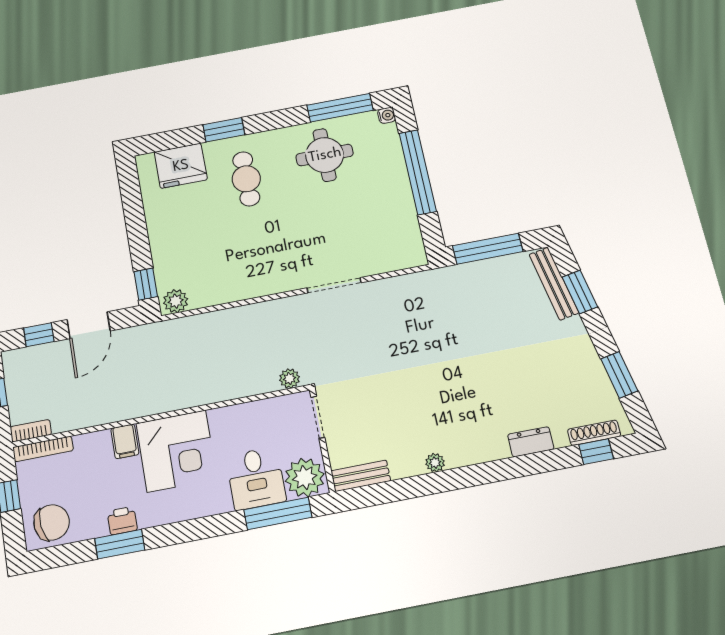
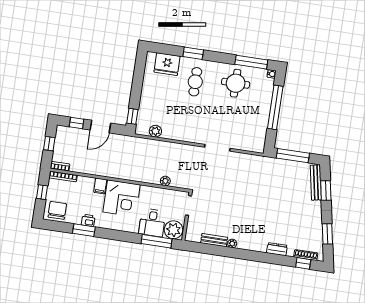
plant: (176, 301) -> (155, 131), moved
plant: (289, 379) -> (165, 181), moved
bench: (361, 476) -> (214, 240), moved
chair: (52, 523) -> (57, 210), turned -82

